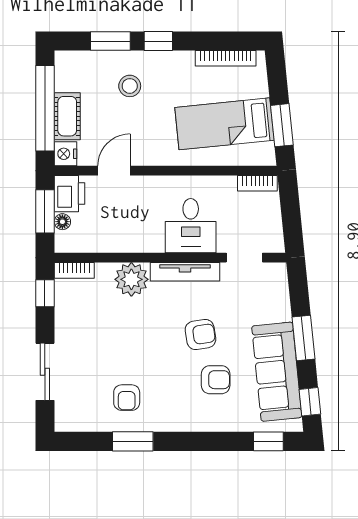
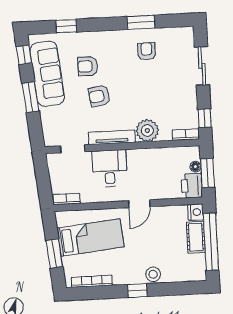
window: (110, 41) -> (169, 289), removed
stool: (130, 86) -> (153, 274), moved
window: (282, 125) -> (54, 254), moved
door: (114, 171) -> (139, 204), moved
window: (268, 441) -> (66, 26), moved

